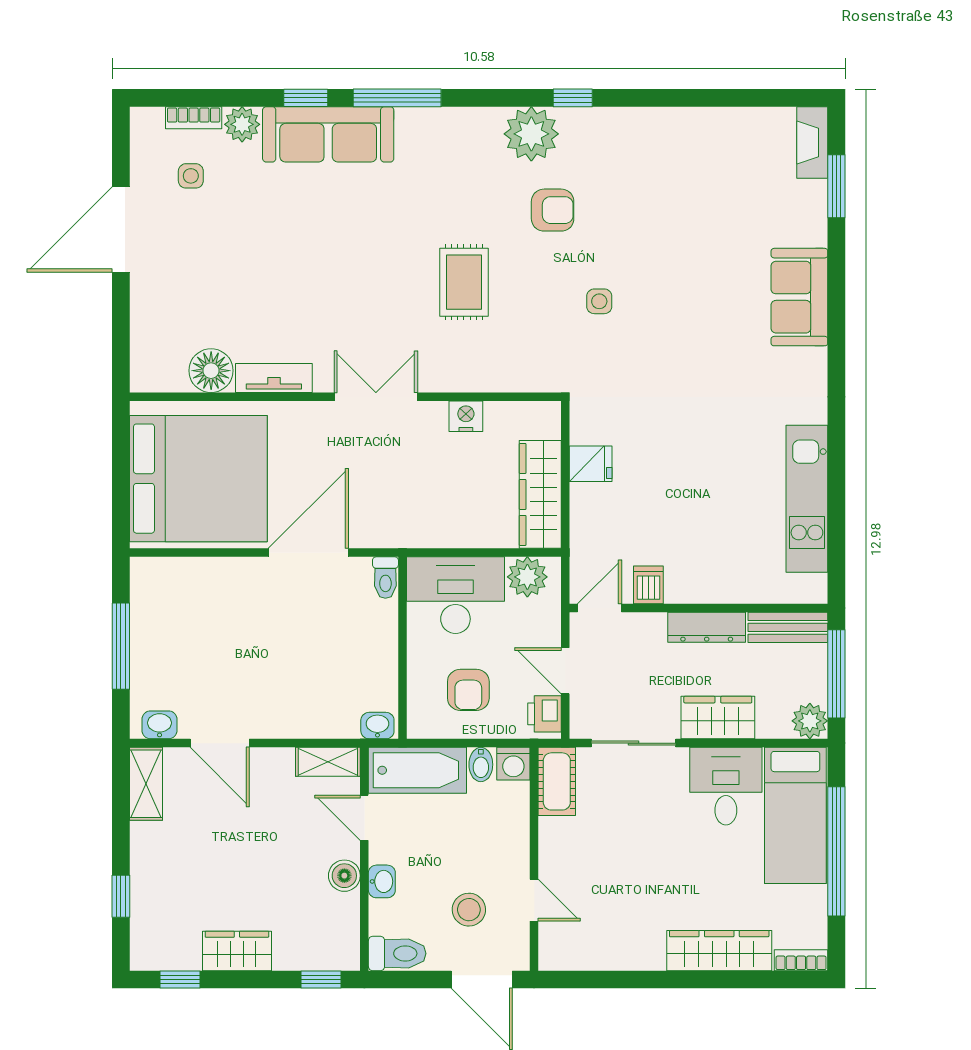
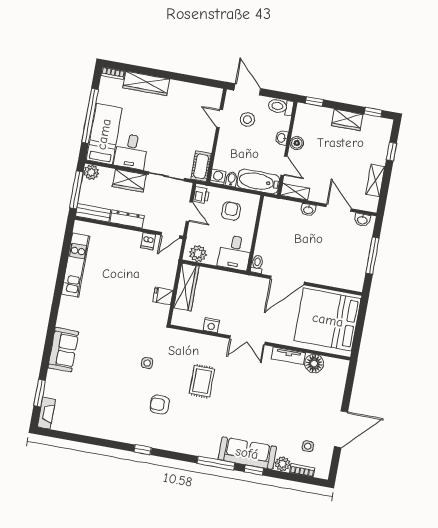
plant: (531, 134) -> (163, 438), removed
desk: (455, 595) -> (235, 253), width x0.73
washbasin: (377, 726) -> (308, 210), moved
shelving: (146, 784) -> (375, 180), moved

